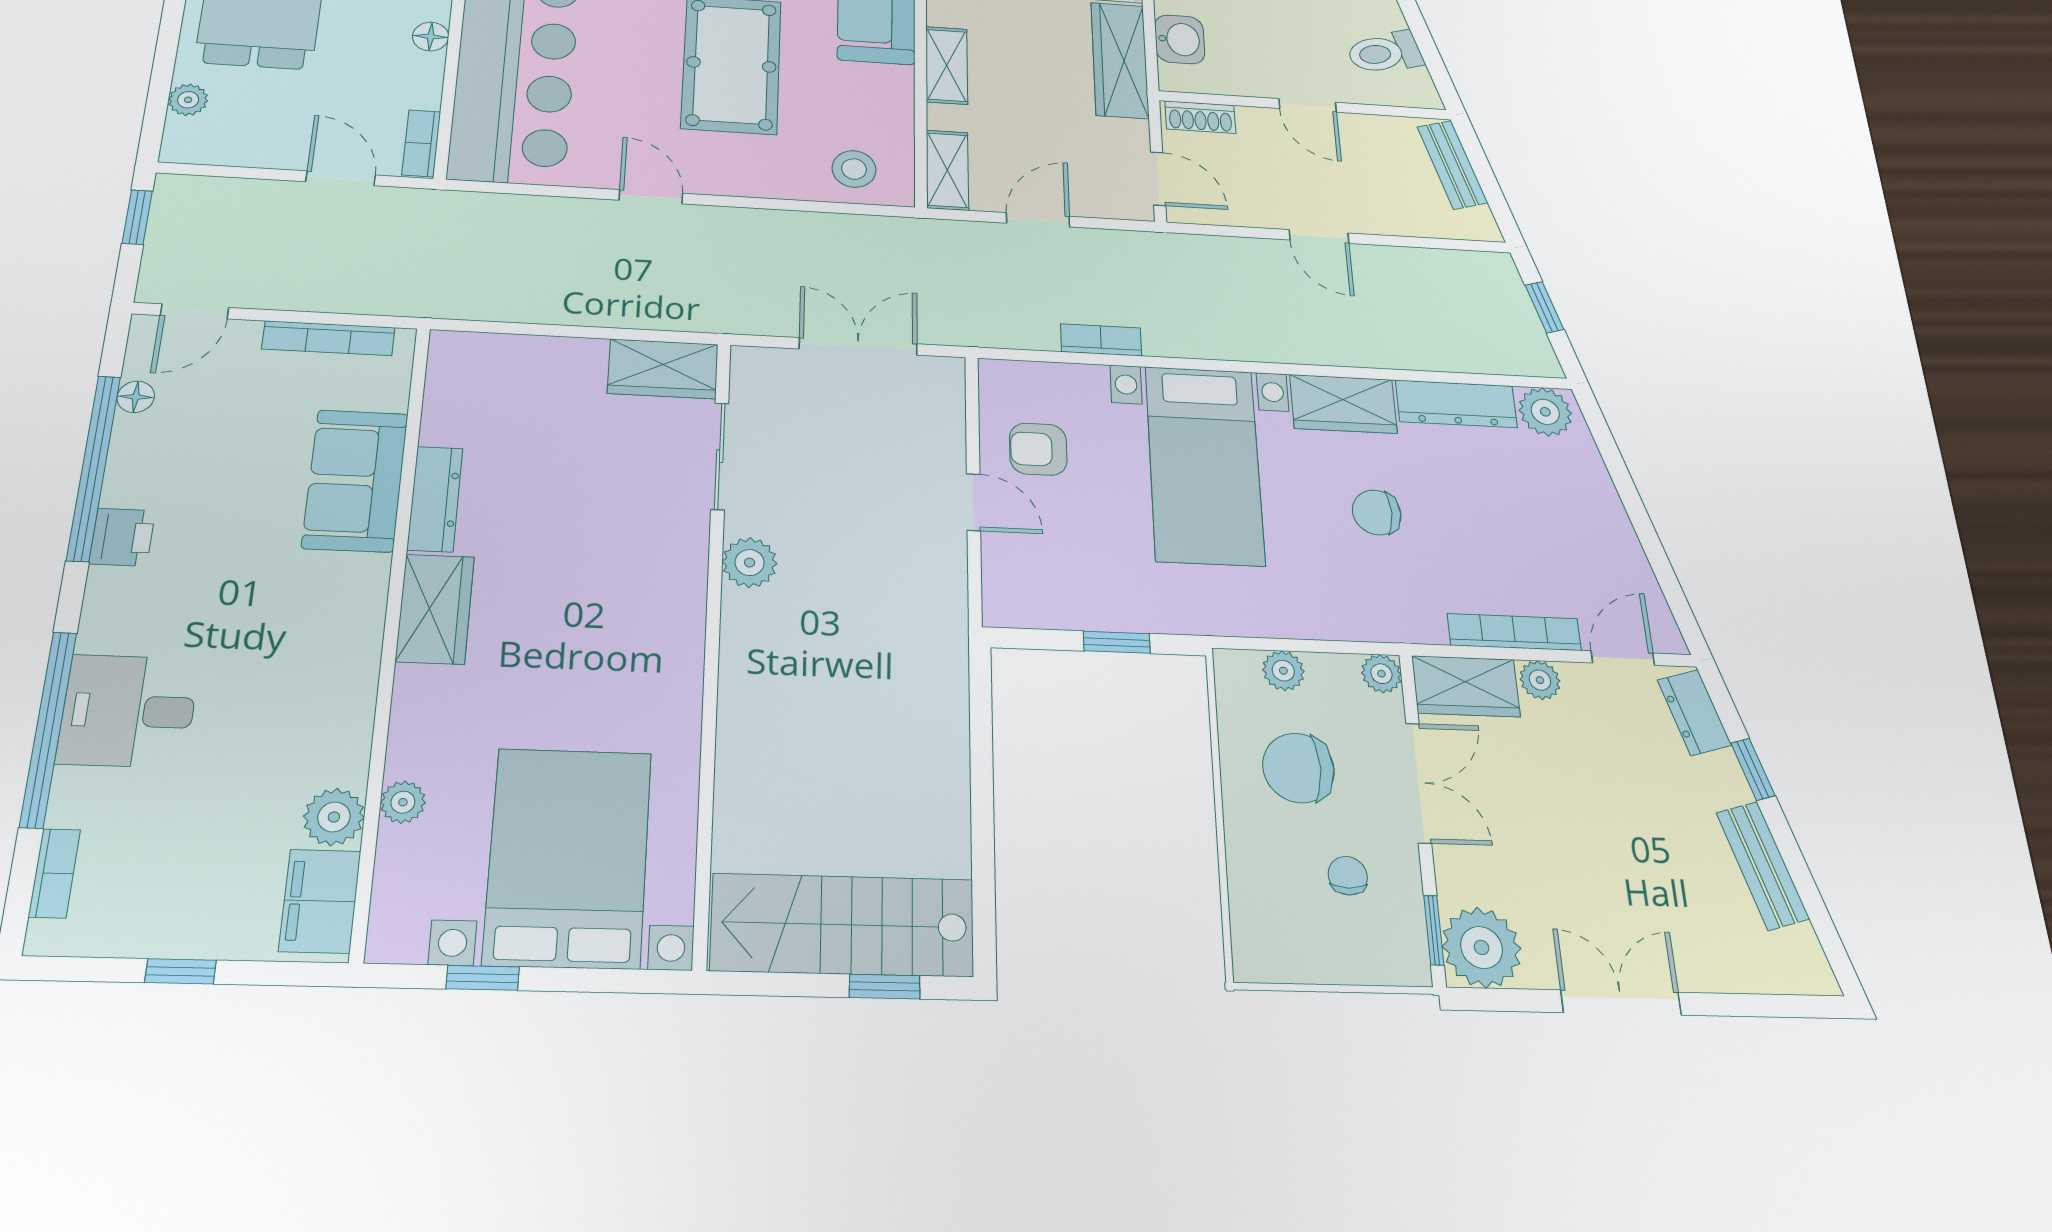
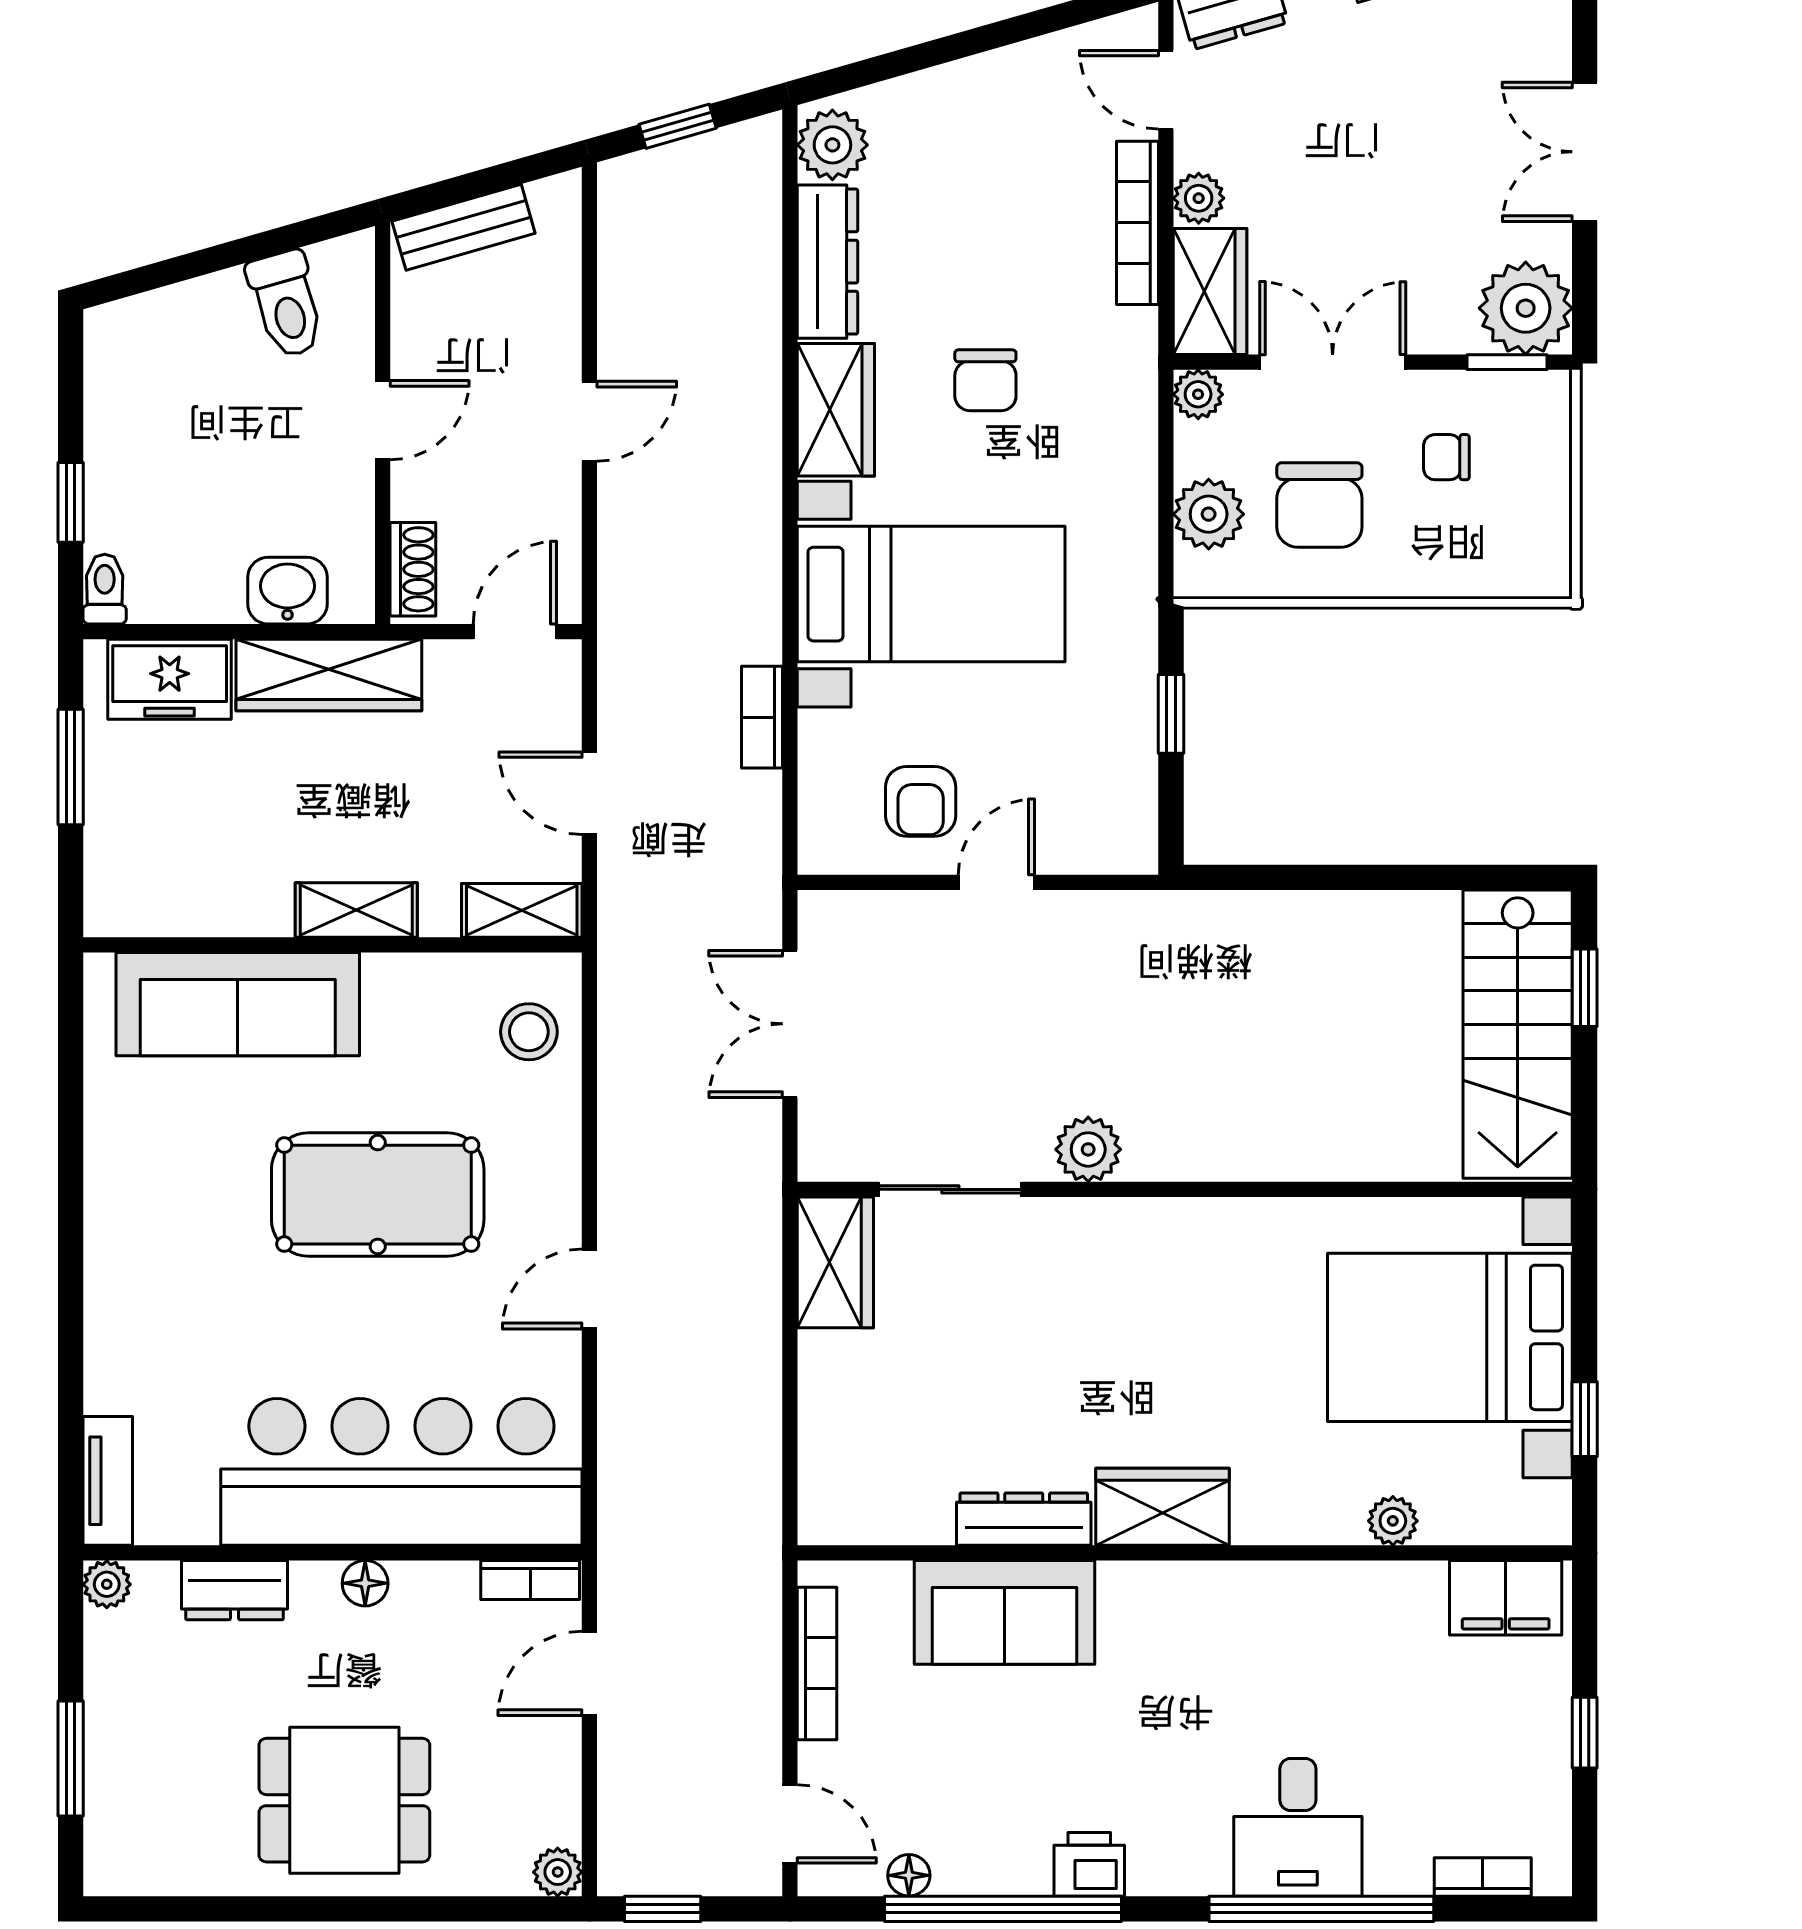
plant: (188, 100) -> (558, 1872), moved
plant: (1283, 671) -> (1209, 514), width x1.38, depth x1.38
plant: (334, 817) -> (1412, 1593), removed

